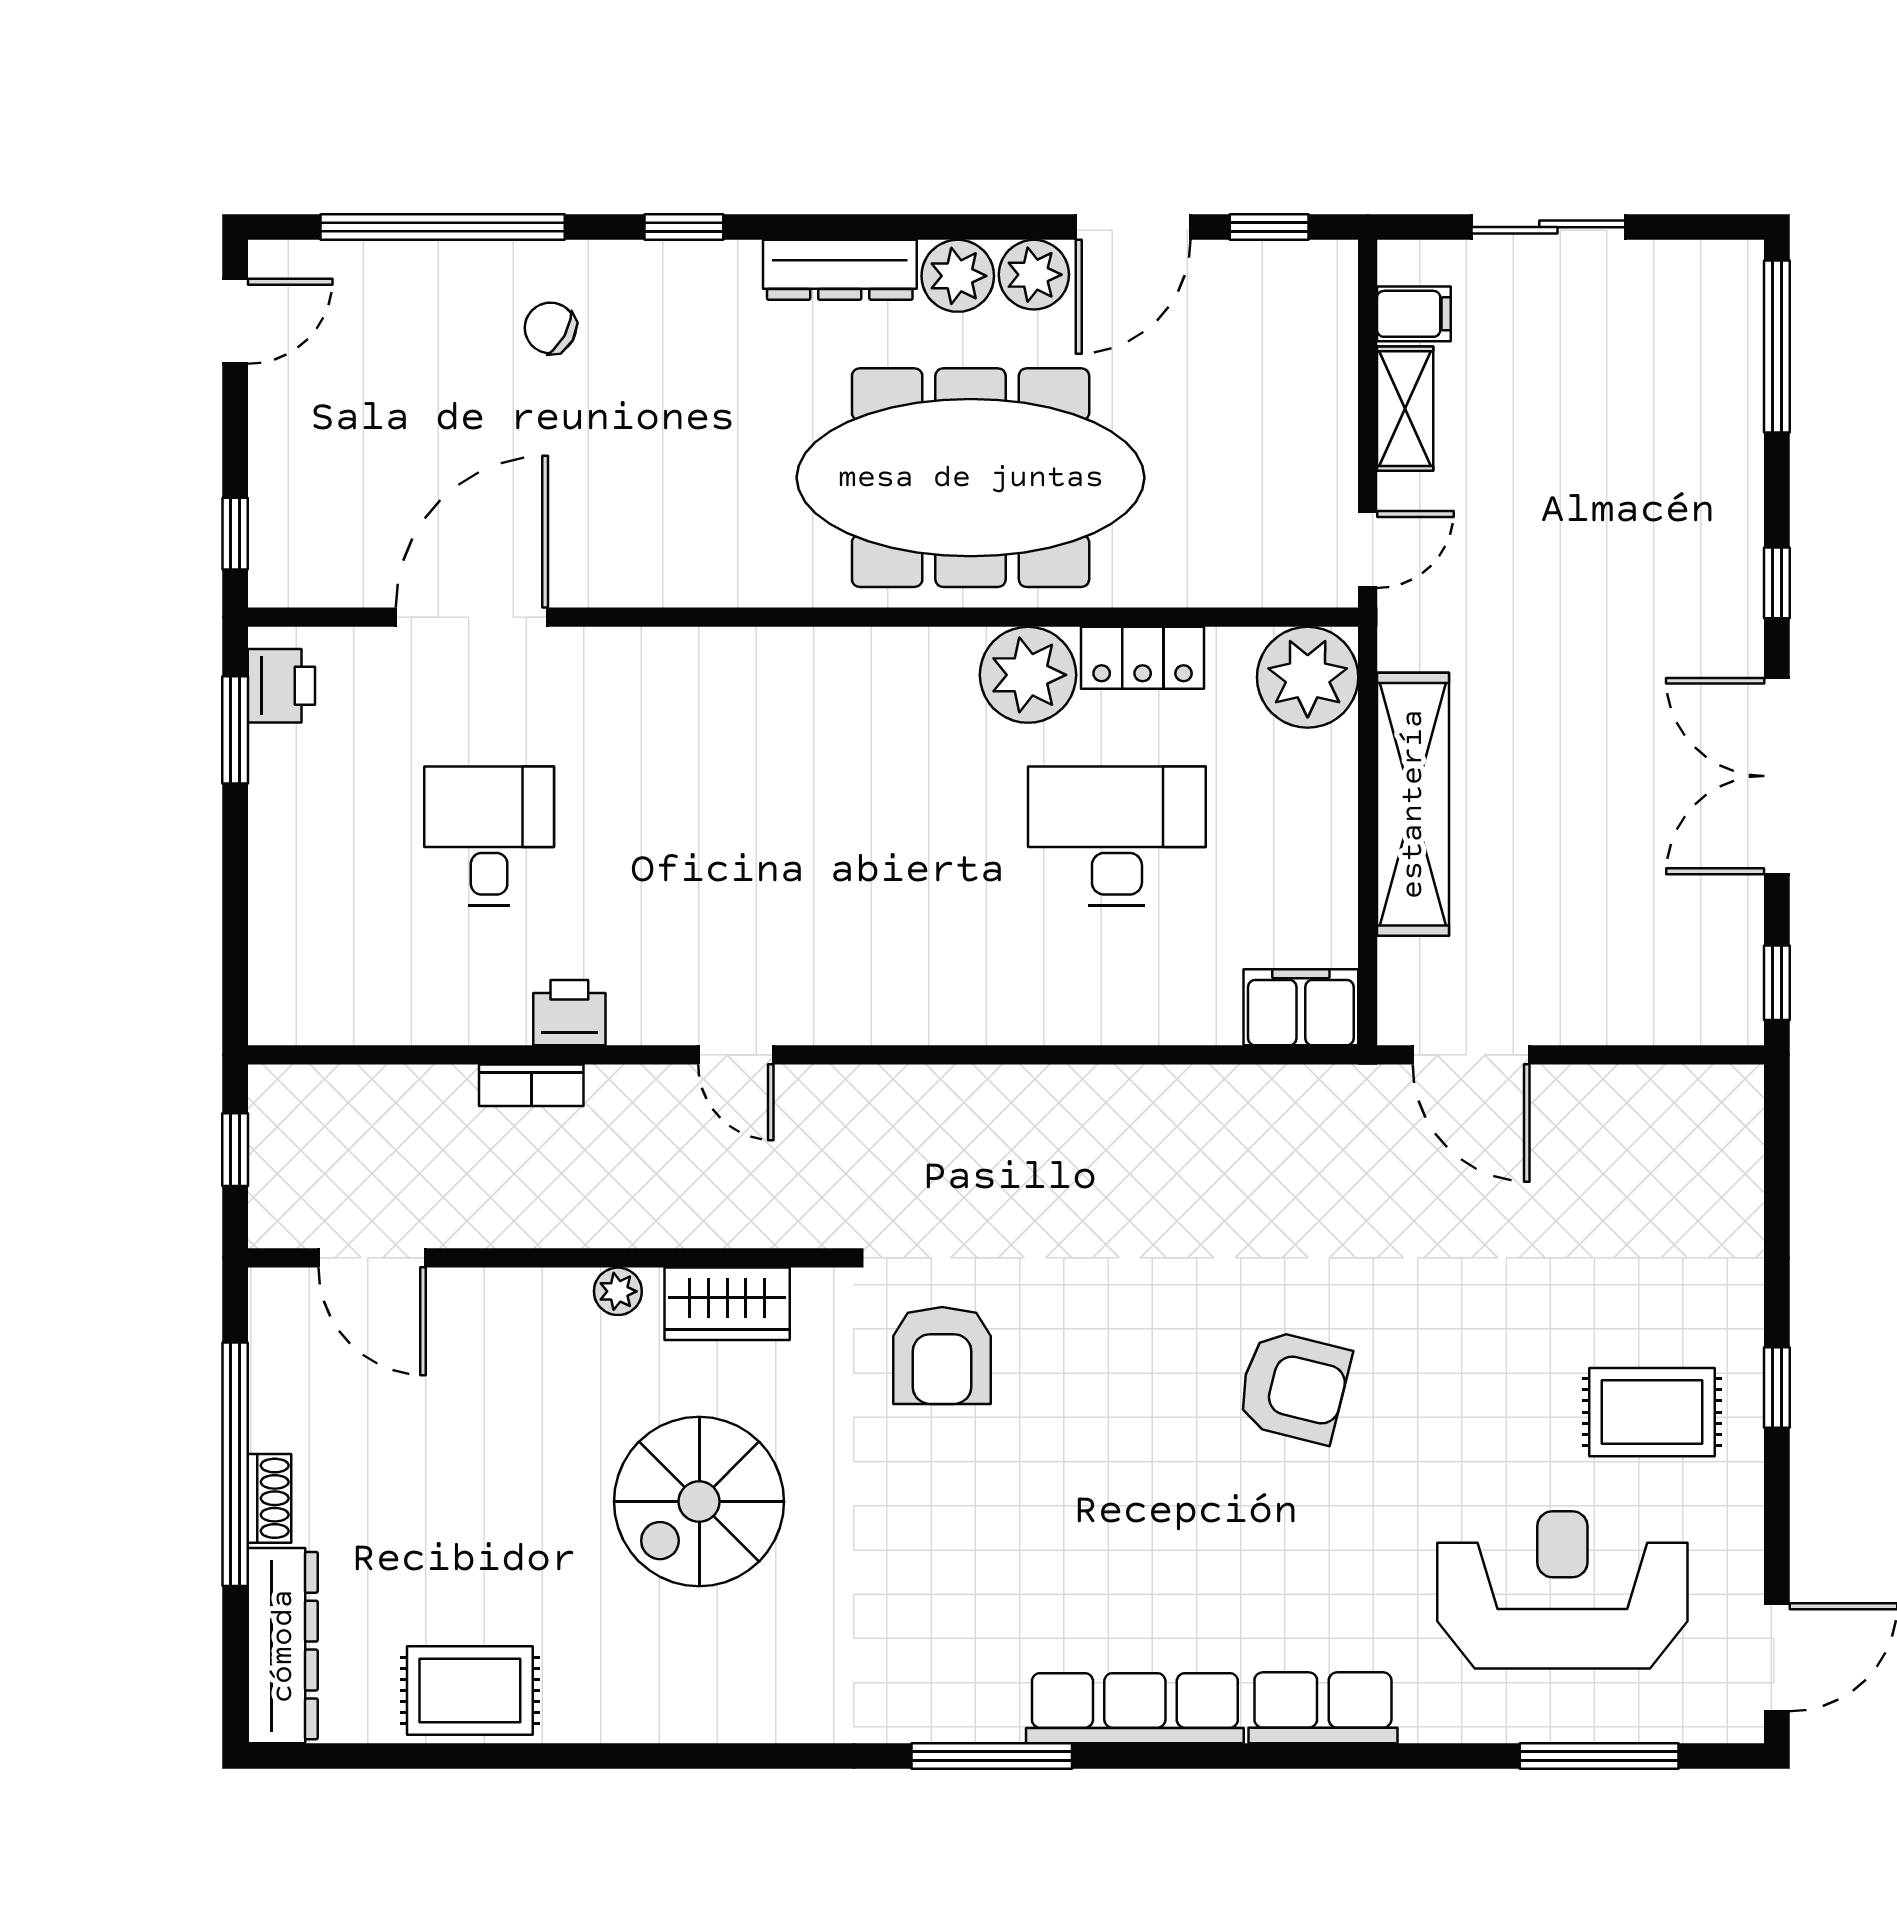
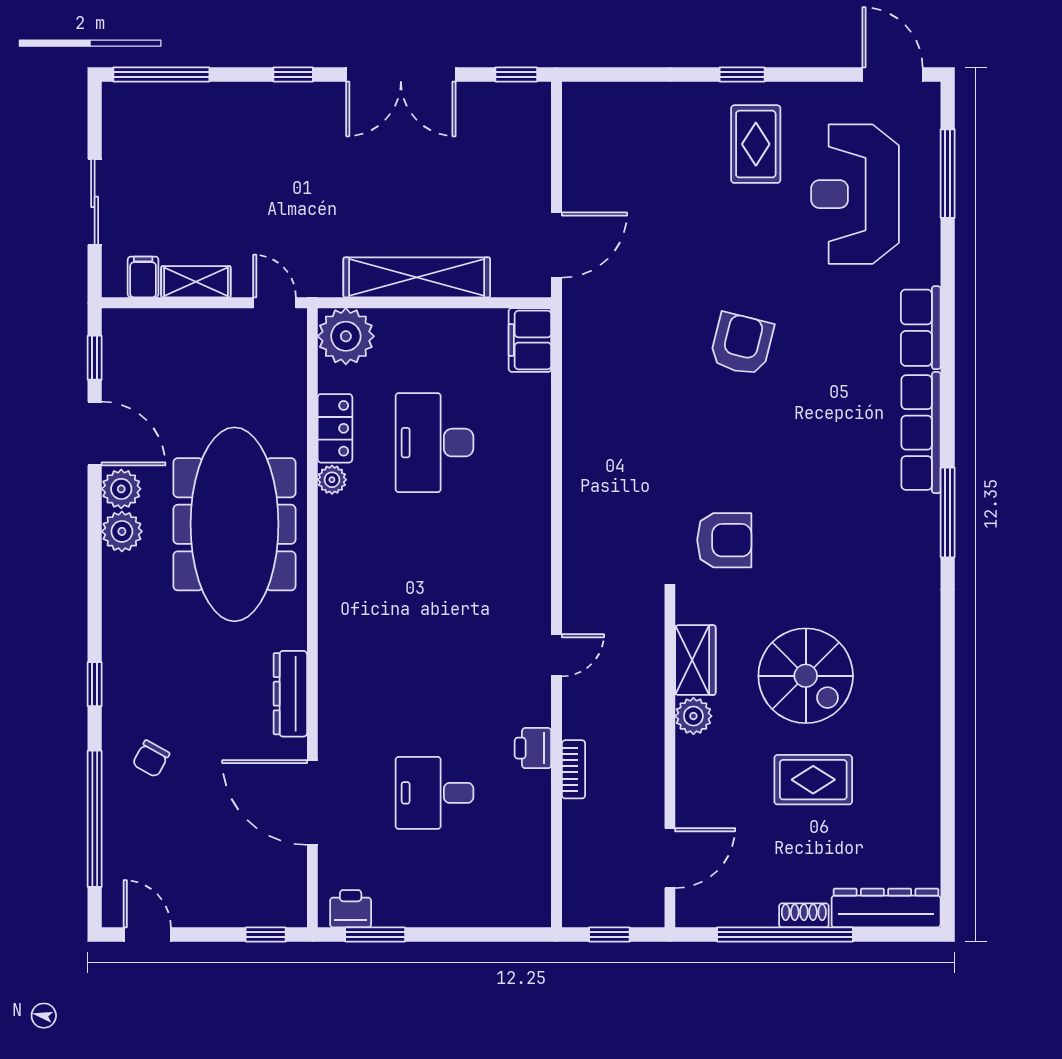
dresser: (840, 270) -> (290, 694), moved, turned 180
plant: (1028, 675) -> (332, 480), width x0.53, depth x0.53
plant: (618, 1291) -> (693, 716), width x1.38, depth x1.38
rug: (470, 1690) -> (813, 780), moved, turned 90

